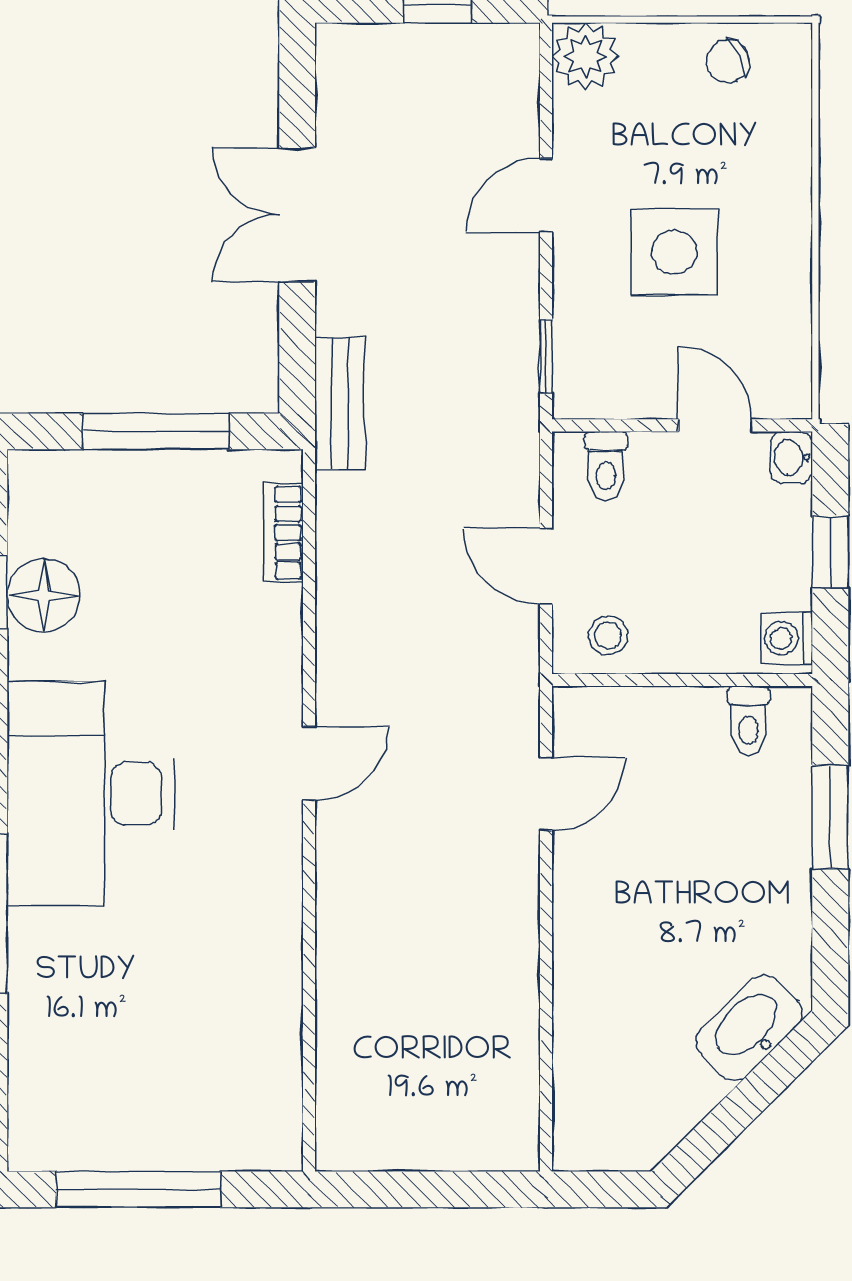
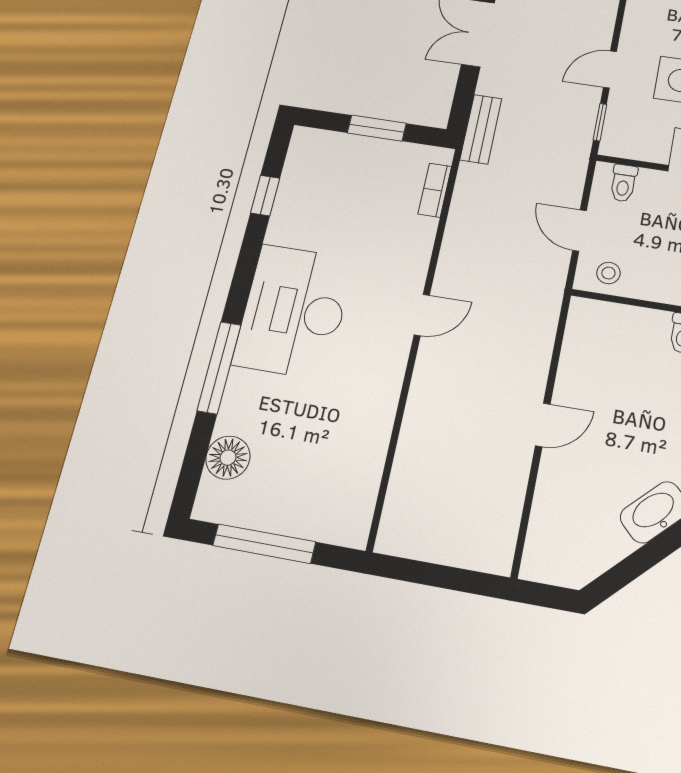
door: (546, 195) -> (610, 69), moved
window: (156, 431) -> (377, 128), width x0.69
floor lamp: (44, 595) -> (228, 458), moved
door: (546, 794) -> (543, 425), moved

